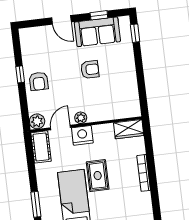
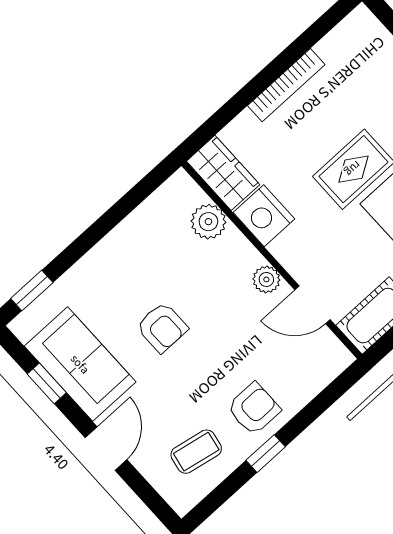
coffee table: (38, 51) -> (196, 452), added
armchair: (90, 70) -> (162, 327), turned 180
plant: (37, 121) -> (208, 222), moved
nightstand: (82, 135) -> (264, 216), moved

